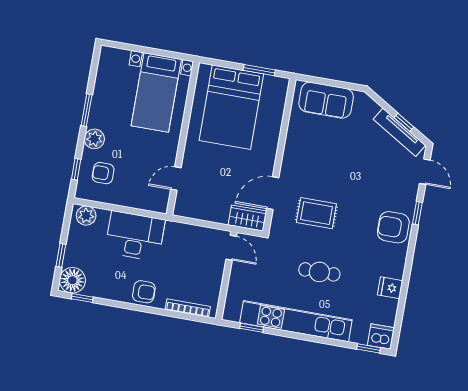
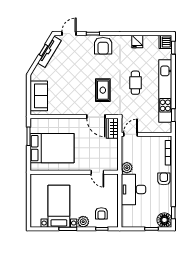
bed with nightstands: (156, 93) -> (59, 206), moved, turned -90
plant: (86, 216) -> (127, 168), moved

